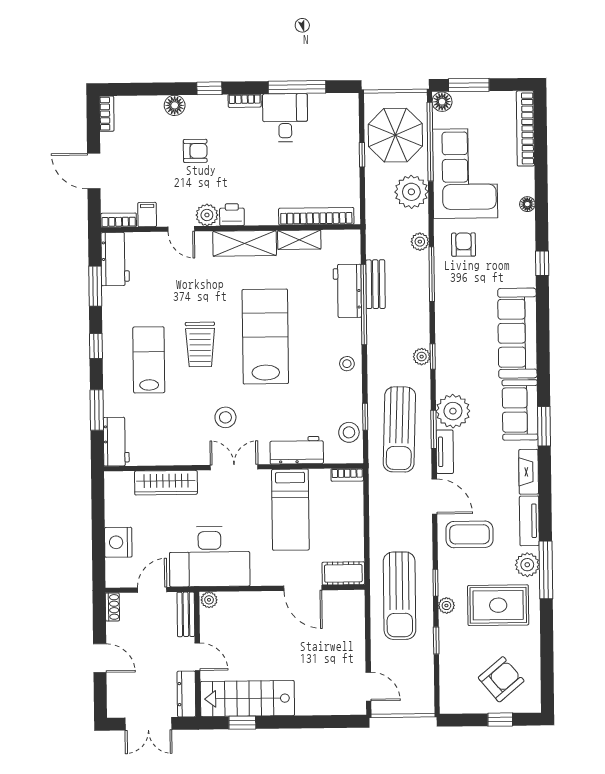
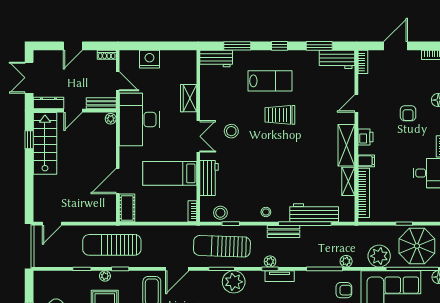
filing cabinet: (147, 215) -> (366, 161), moved
plant: (207, 215) -> (365, 120), removed
bench: (375, 284) -> (284, 232), moved
workbench: (347, 291) -> (314, 213), width x1.37
lab bench: (265, 336) -> (285, 158), removed
tv unit: (445, 452) -> (280, 276), moved
wardrobe: (166, 483) -> (189, 98), width x0.67

